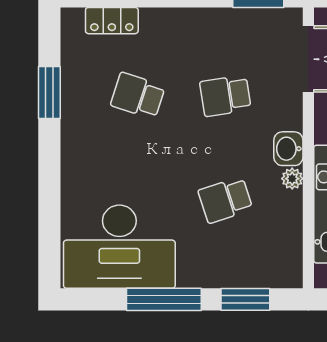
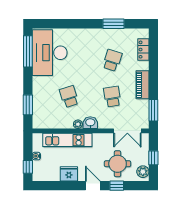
piano: (197, 23) -> (142, 85), added
window: (164, 299) -> (28, 51), moved

